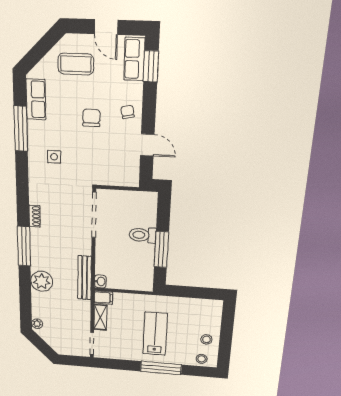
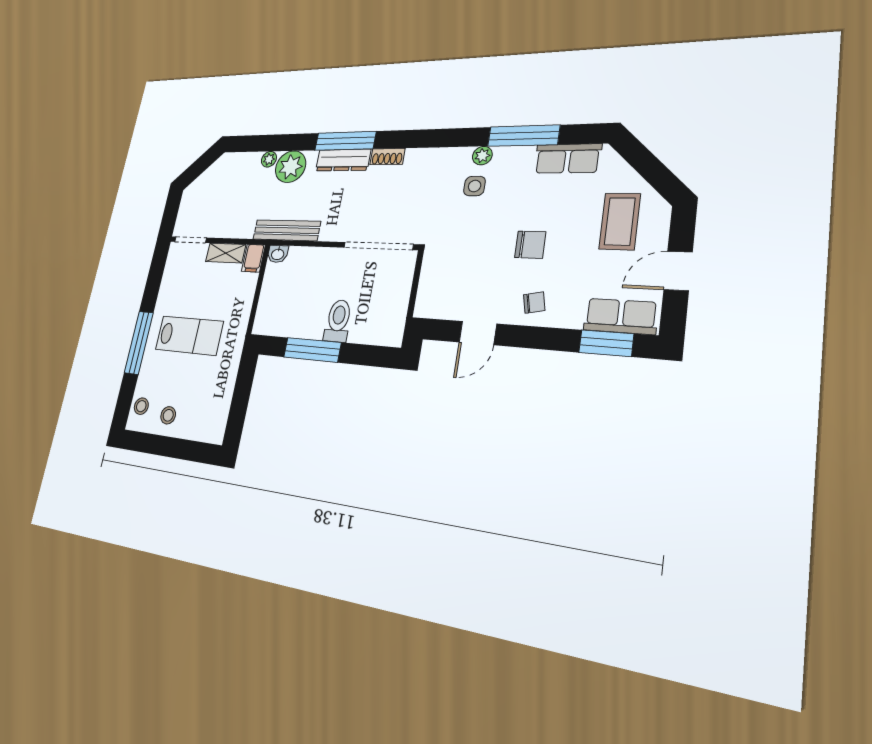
plant: (34, 154) -> (482, 156), added
dresser: (37, 246) -> (343, 160), added
plant: (37, 324) -> (269, 159), moved

